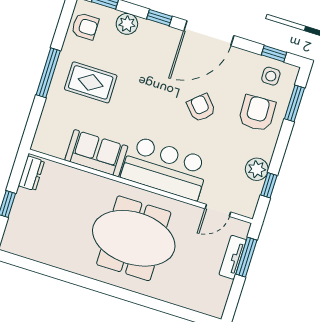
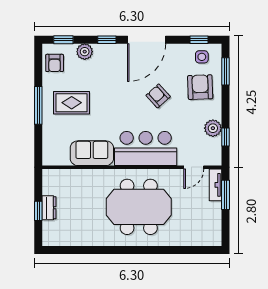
armchair: (85, 26) -> (55, 63), turned 90
dresser: (31, 173) -> (49, 208), moved
tv unit: (233, 257) -> (215, 185), moved

